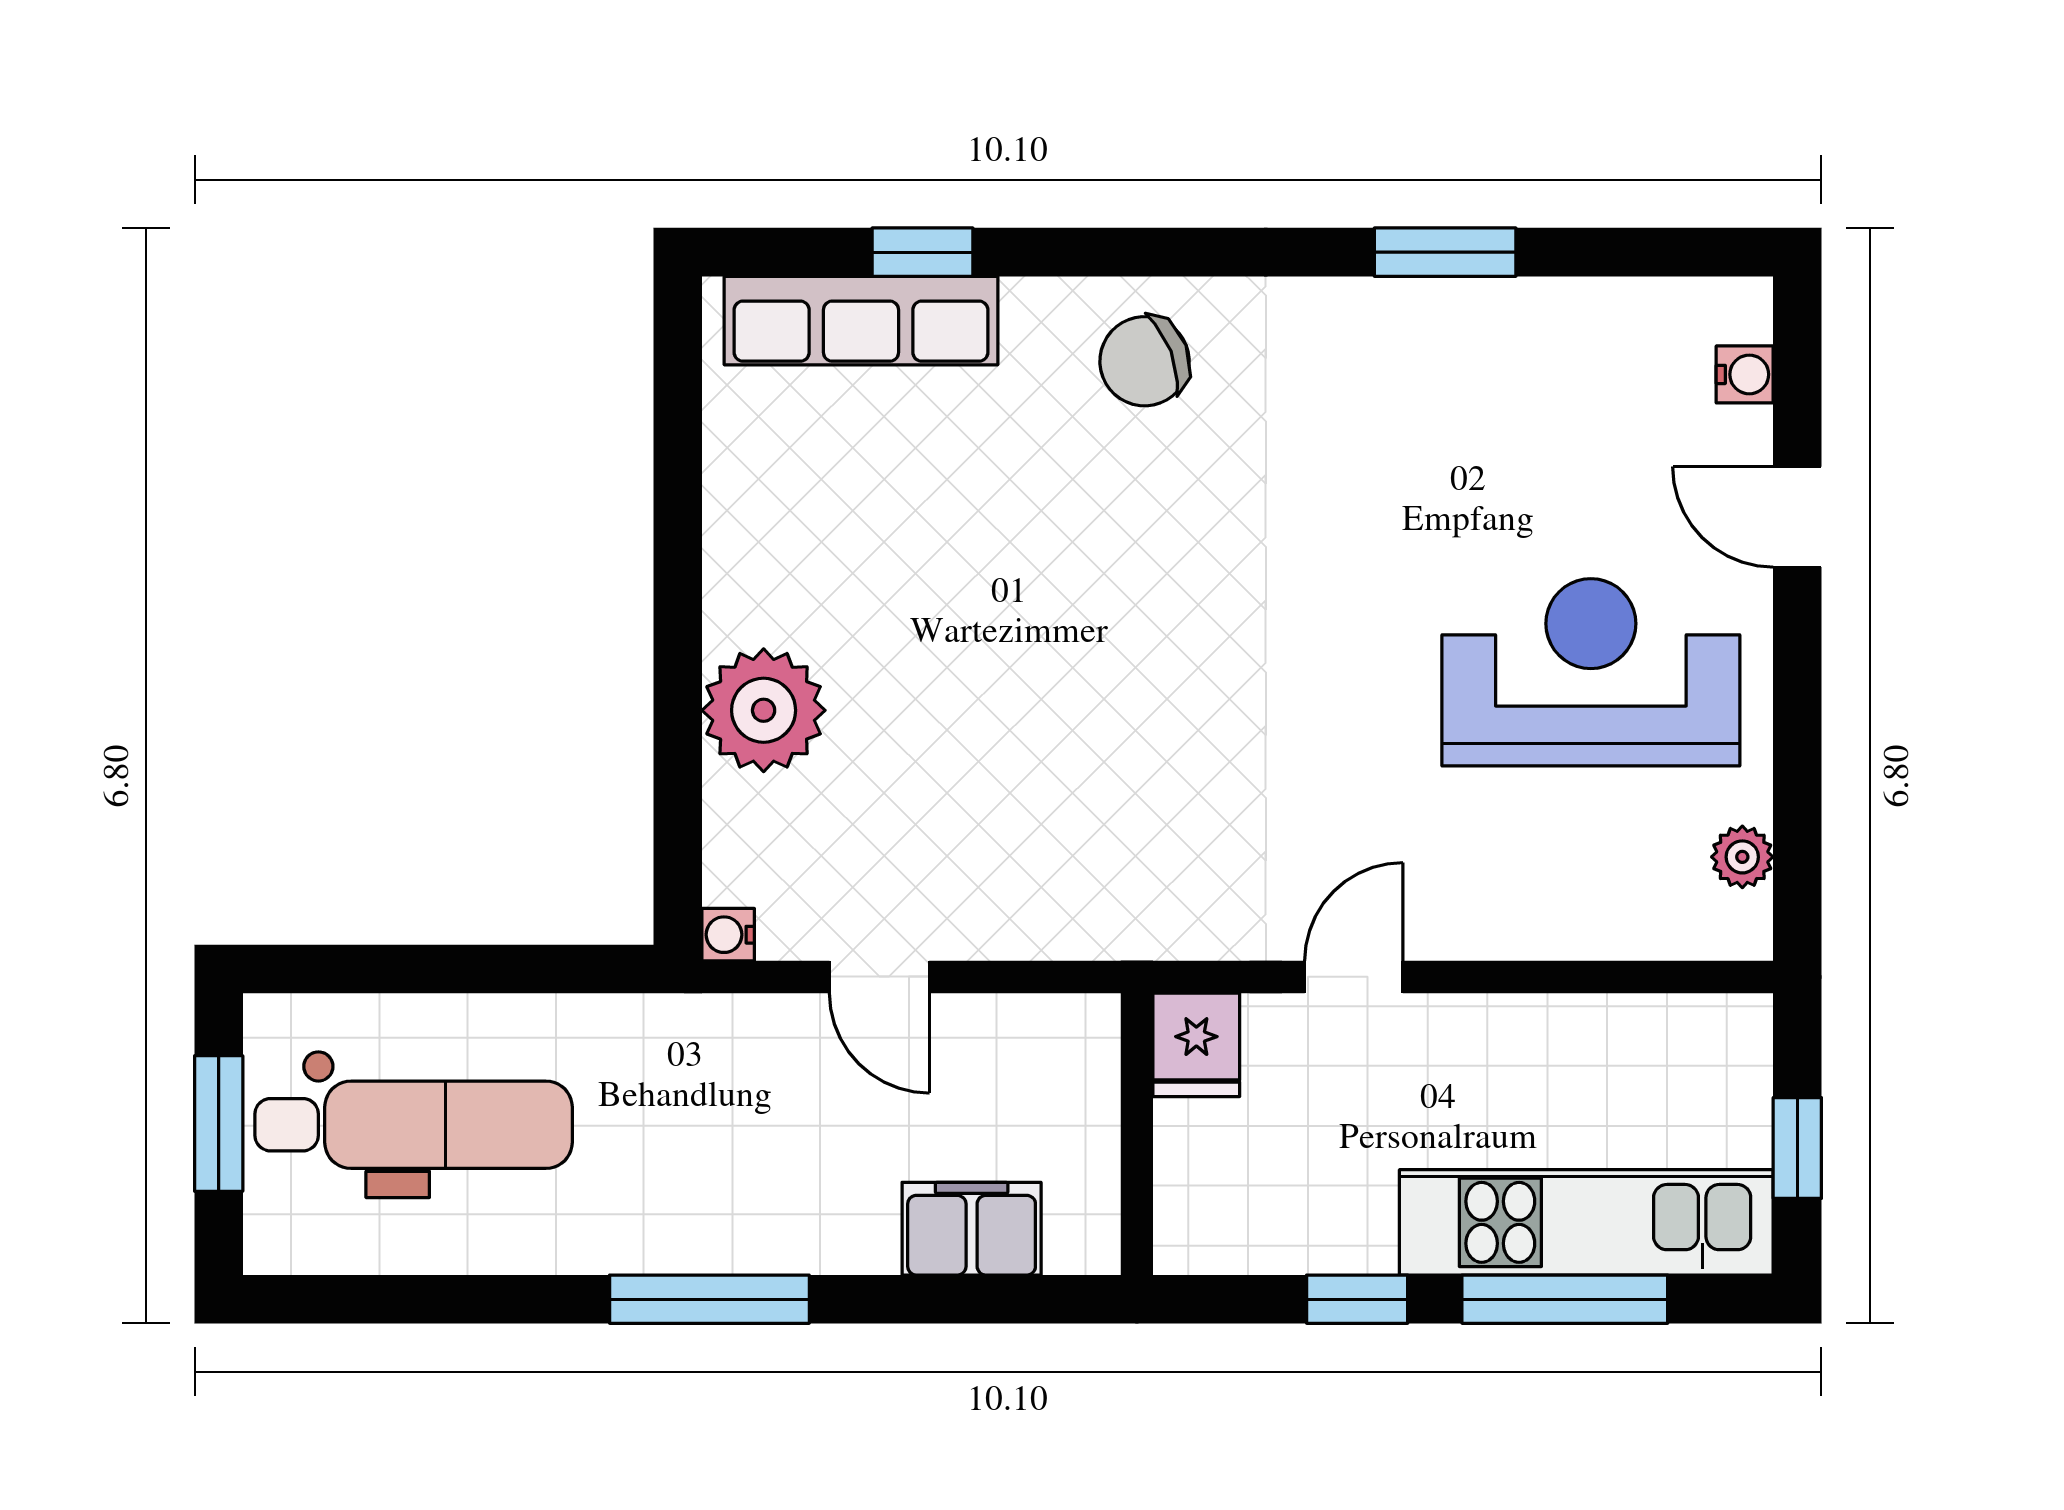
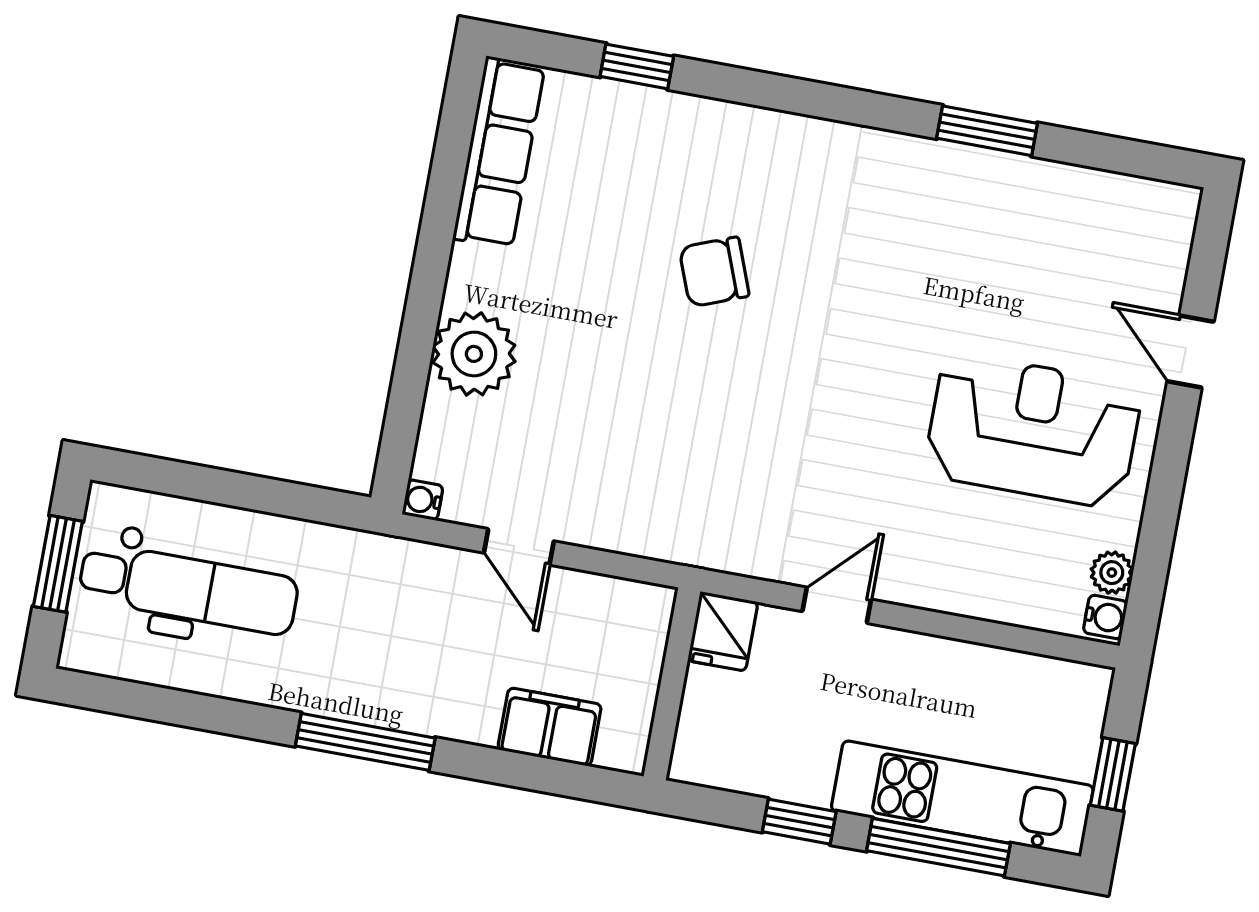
row of seats: (861, 321) -> (499, 153), moved, turned -90
chair: (1144, 361) -> (714, 272), moved
water cooler: (1745, 374) -> (1105, 617), moved

